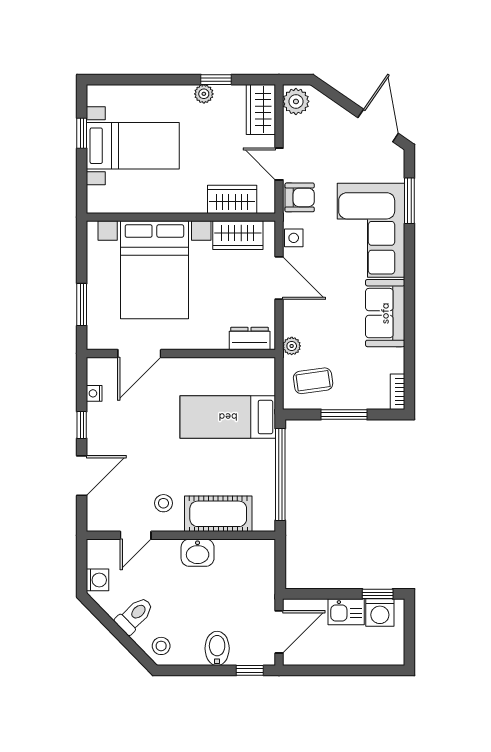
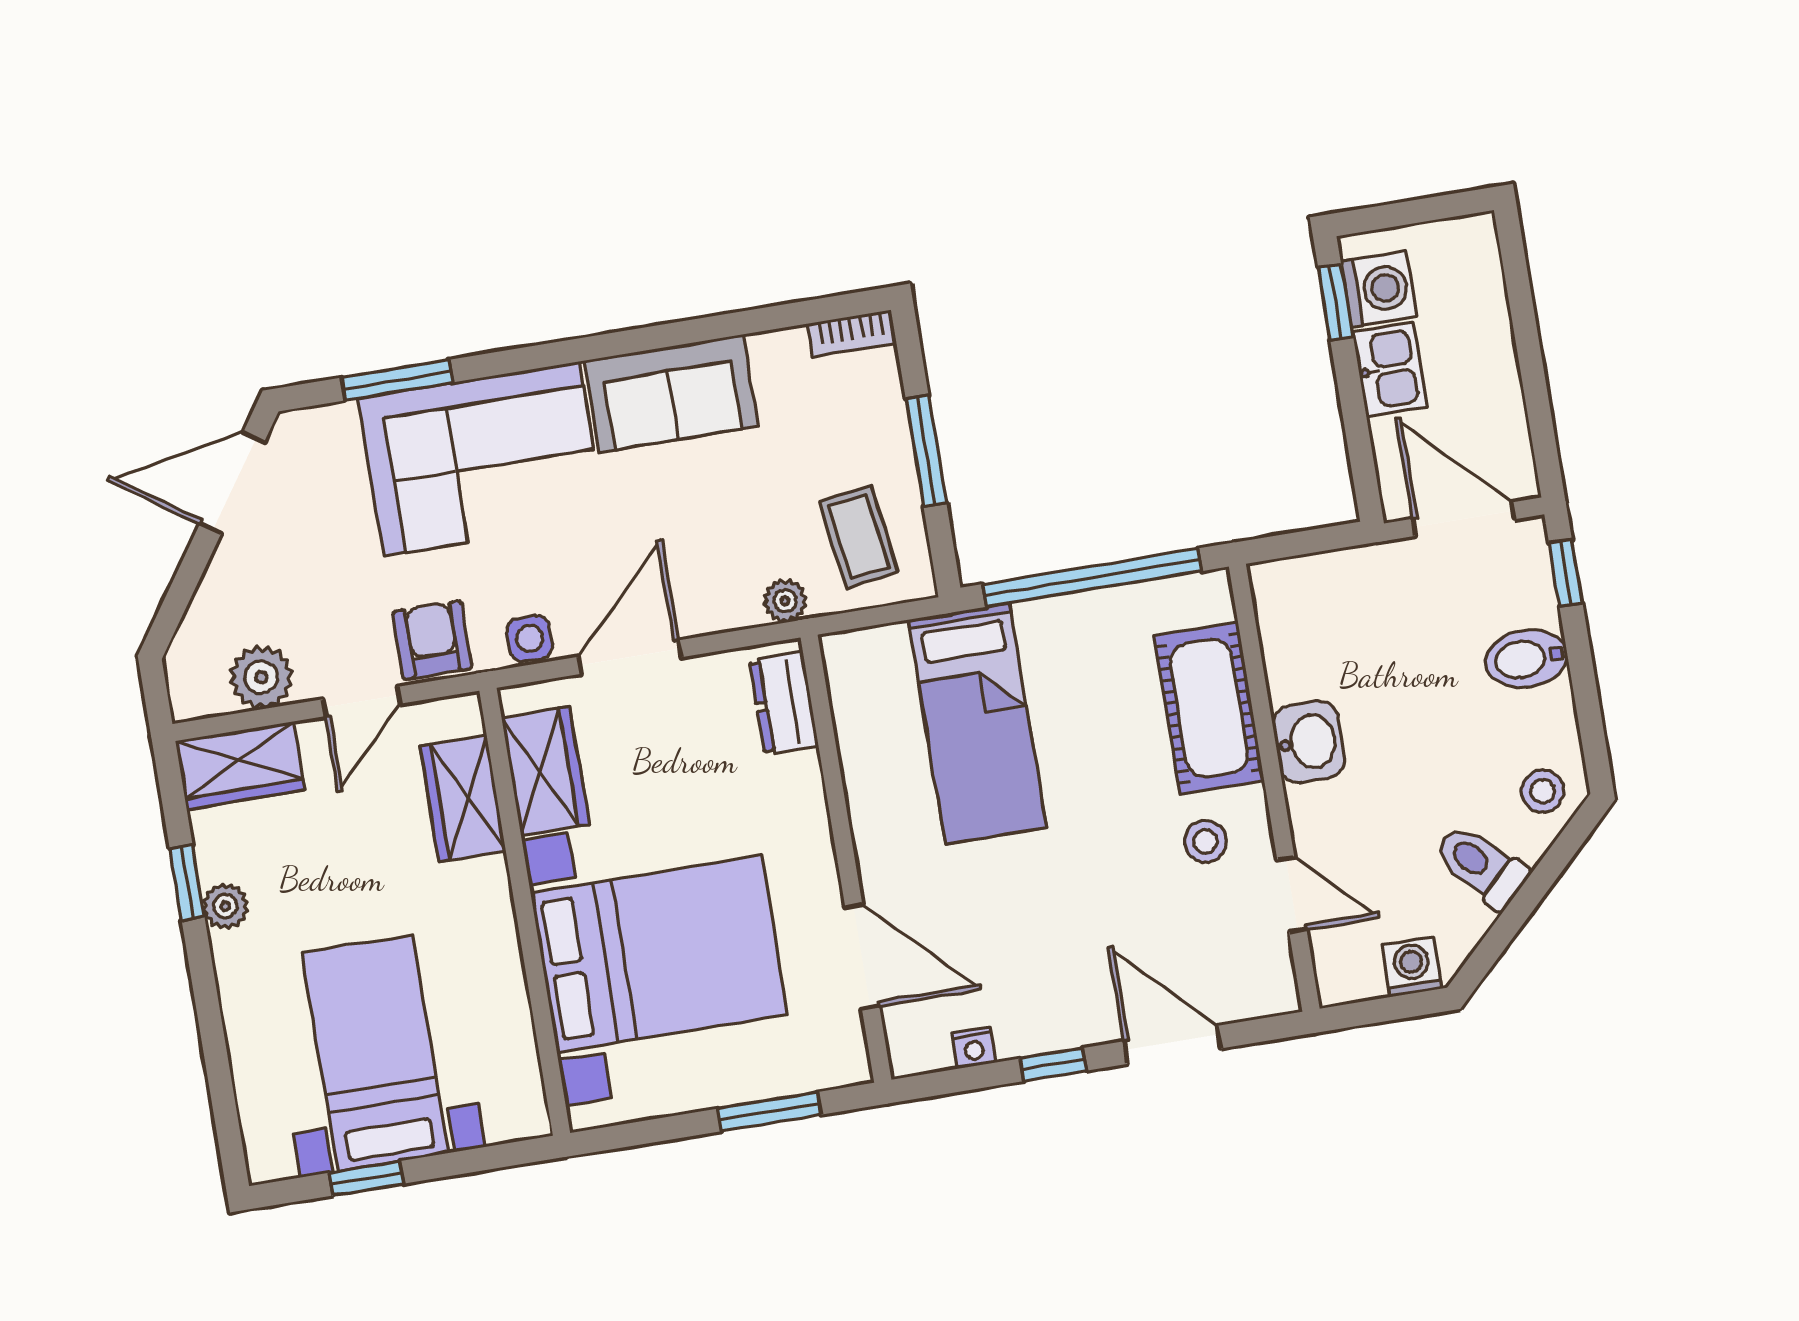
plant: (296, 101) -> (261, 677), moved

